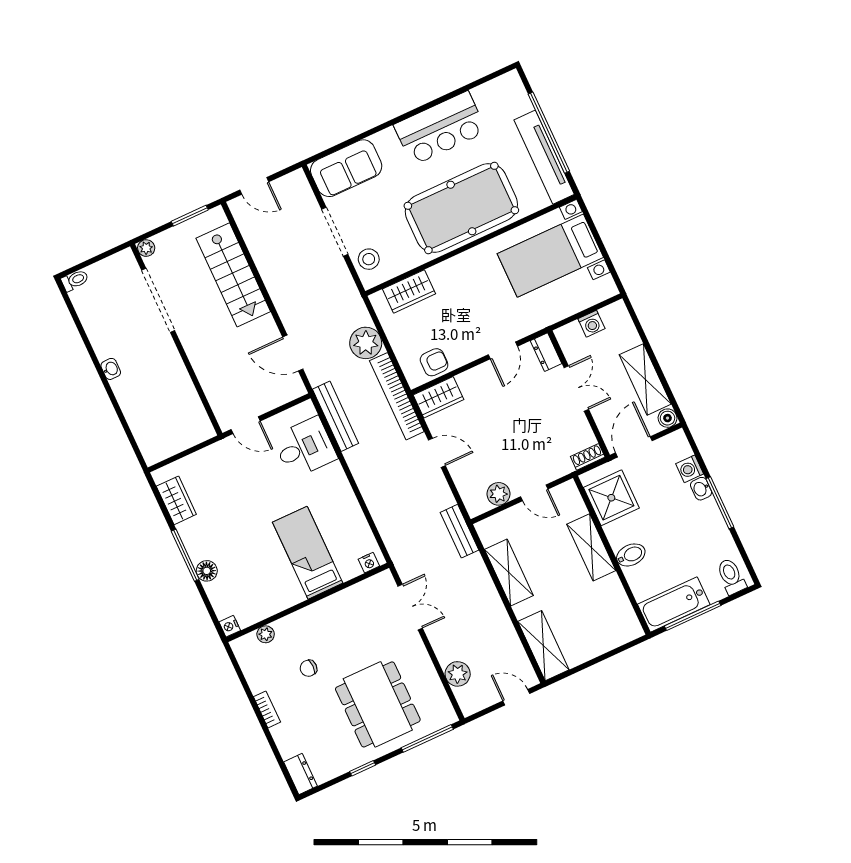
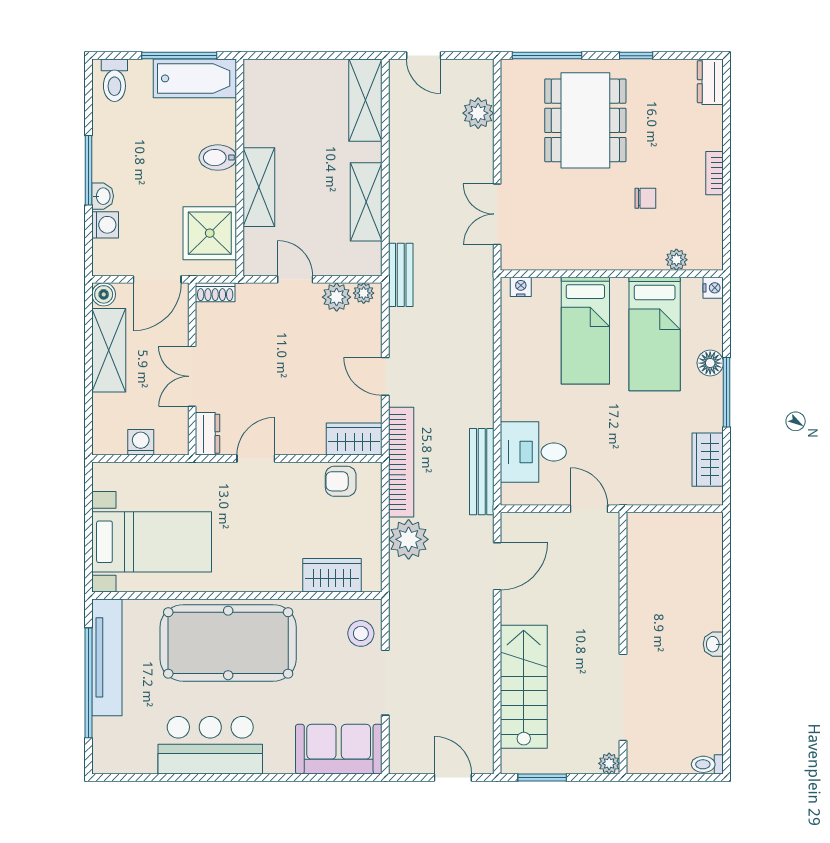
door: (293, 353) -> (497, 566), hinge flipped
plant: (480, 506) -> (364, 293), added
bed: (257, 573) -> (655, 334), added

